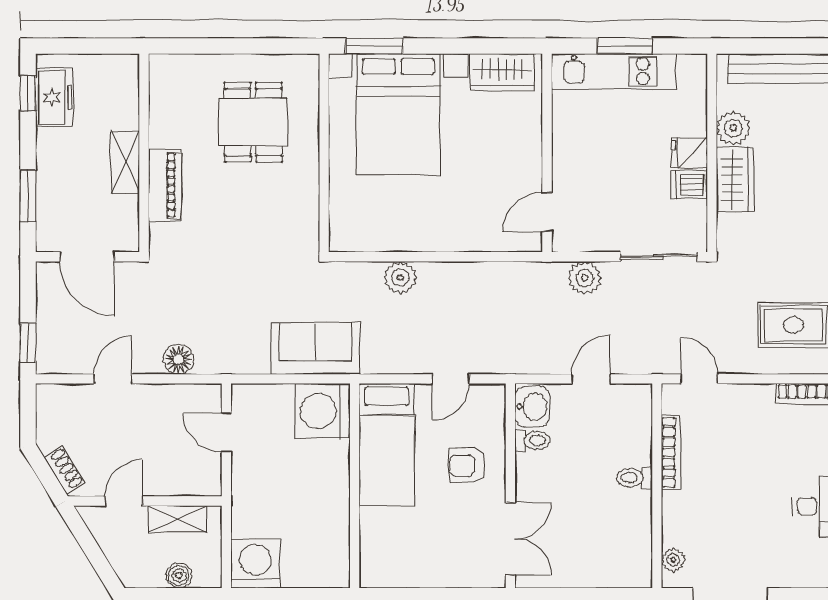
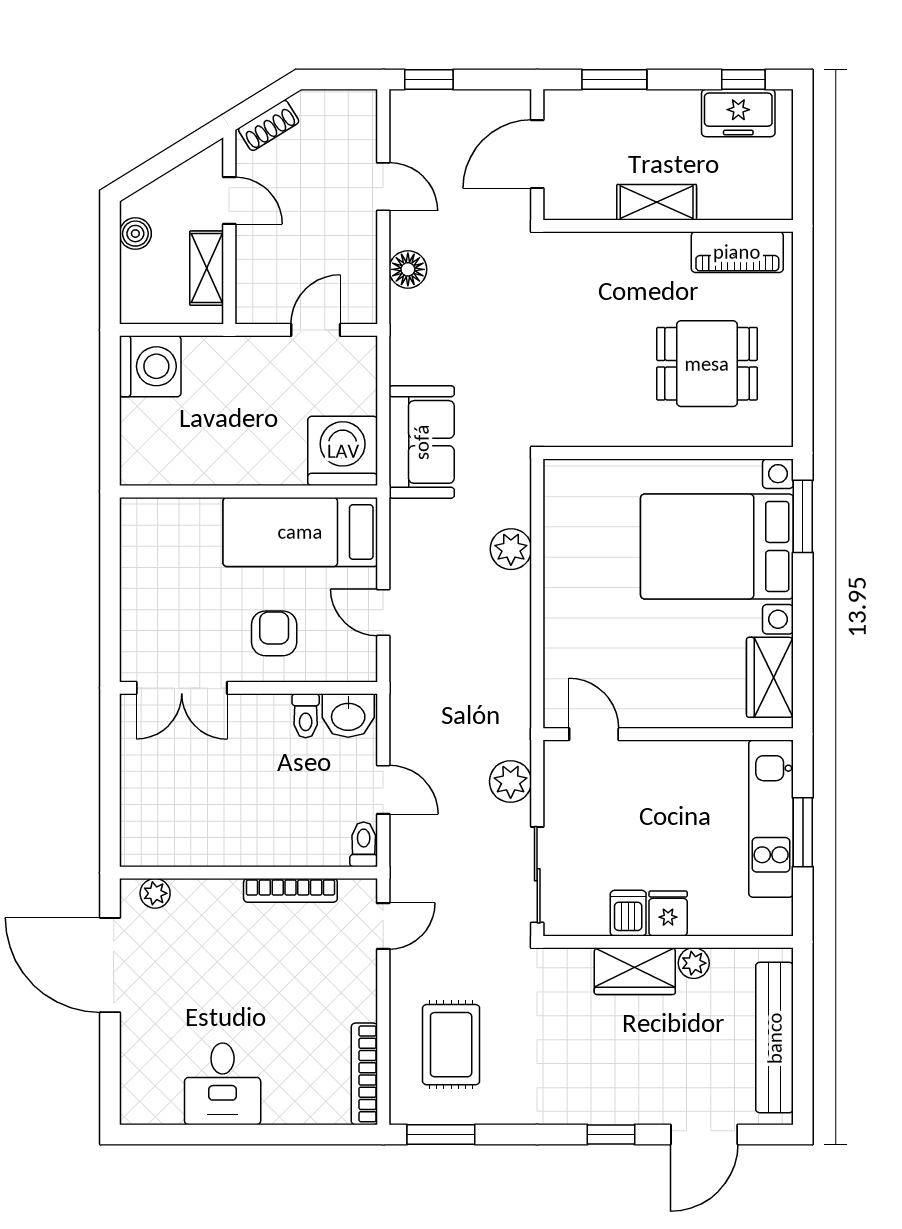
plant: (733, 128) -> (694, 963), width x0.73, depth x0.73
piano: (165, 185) -> (737, 252), moved
toilet: (634, 478) -> (364, 844), moved
boiler: (179, 575) -> (135, 234), moved

